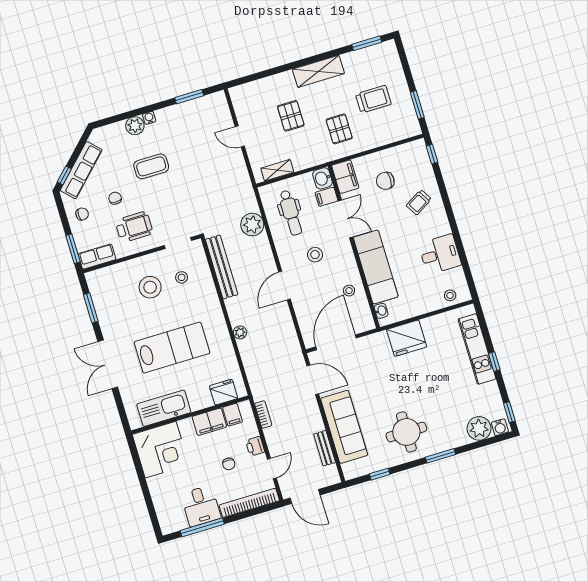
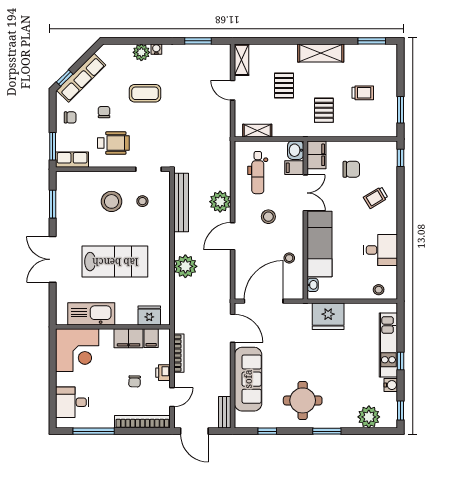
trolley: (373, 99) -> (363, 93), width x0.73, depth x0.72
shelving: (240, 103) -> (242, 60), added
chair: (385, 181) -> (351, 169), turned 180
plant: (252, 225) -> (220, 202), moved
plant: (240, 332) -> (185, 266), width x1.88, depth x1.88
bookcase: (263, 414) -> (179, 353), width x1.56
water cooler: (500, 427) -> (391, 385), moved, turned -90
bench: (325, 448) -> (225, 412), moved
desk: (201, 506) -> (72, 402), moved, turned 90

